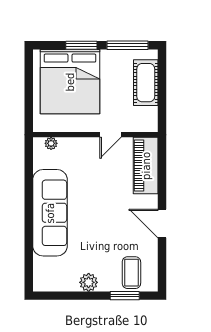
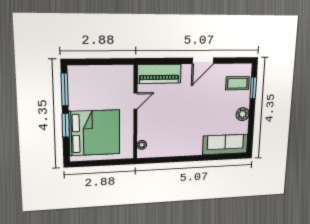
cot: (146, 83) -> (95, 75), removed
door: (111, 135) -> (135, 101), hinge flipped
sofa: (50, 213) -> (225, 144), moved, width x0.74, depth x0.79

